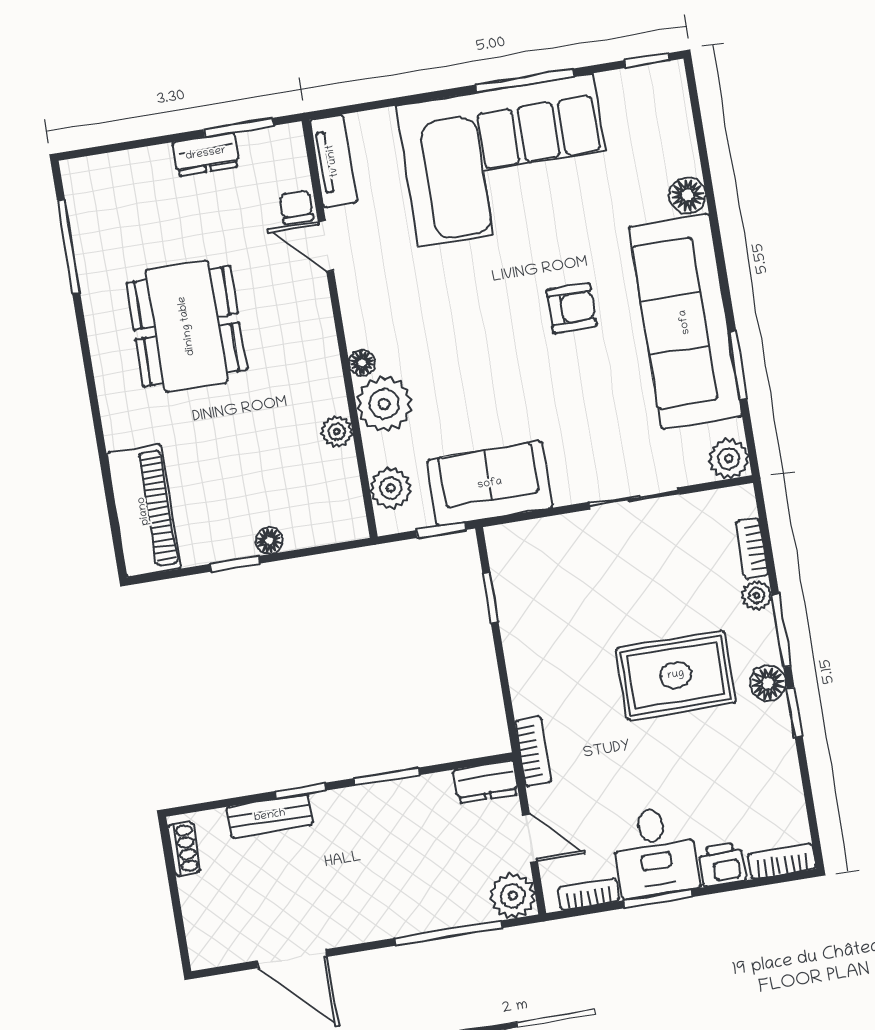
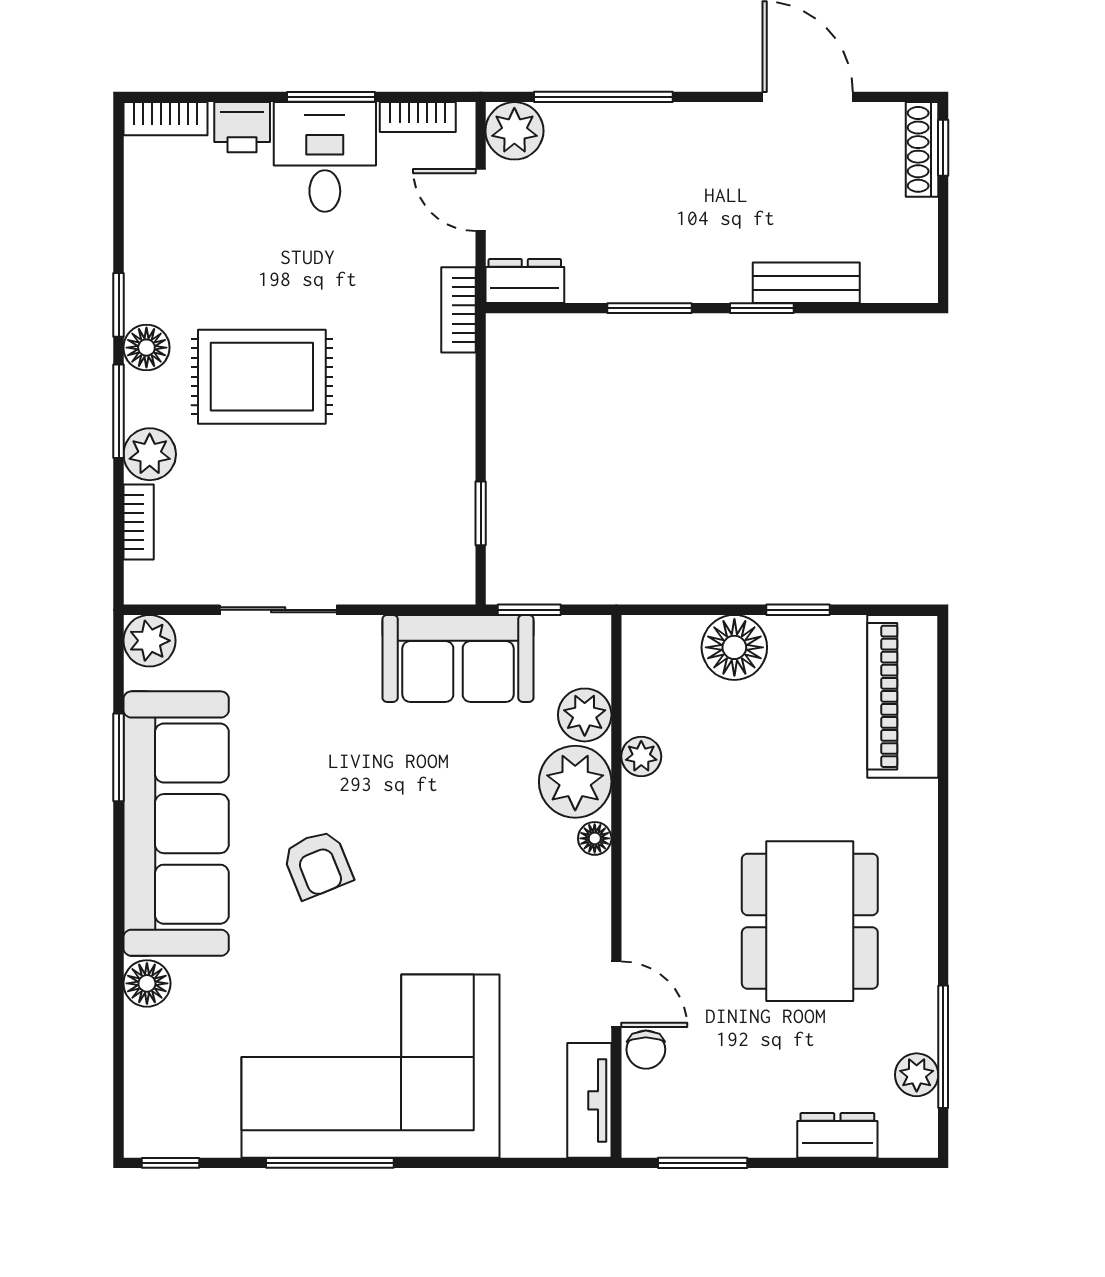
dresser: (206, 154) -> (837, 1135), moved
plant: (85, 222) -> (917, 1075), added
armchair: (572, 308) -> (318, 864), turned -112
plant: (391, 488) -> (585, 715), moved
floor lamp: (269, 541) -> (734, 647), width x1.89, depth x1.89
plant: (757, 595) -> (150, 454), width x1.38, depth x1.38
shoe rack: (184, 849) -> (922, 149), moved, width x1.43
window: (182, 937) -> (943, 148), added

